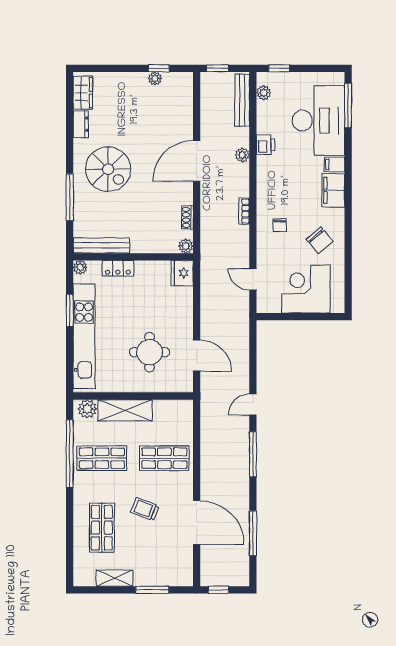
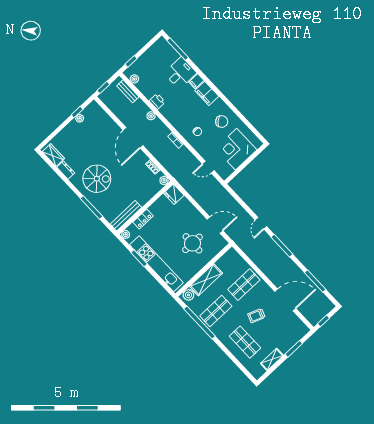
bench: (242, 100) -> (128, 91), width x0.73
desk: (318, 121) -> (180, 73), width x0.53, depth x0.77

